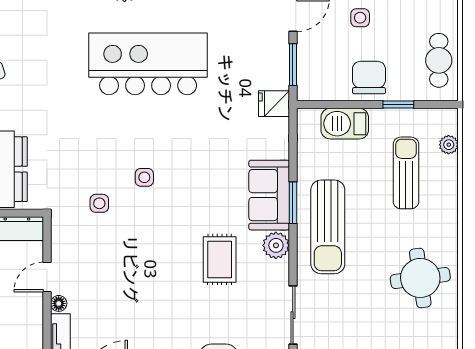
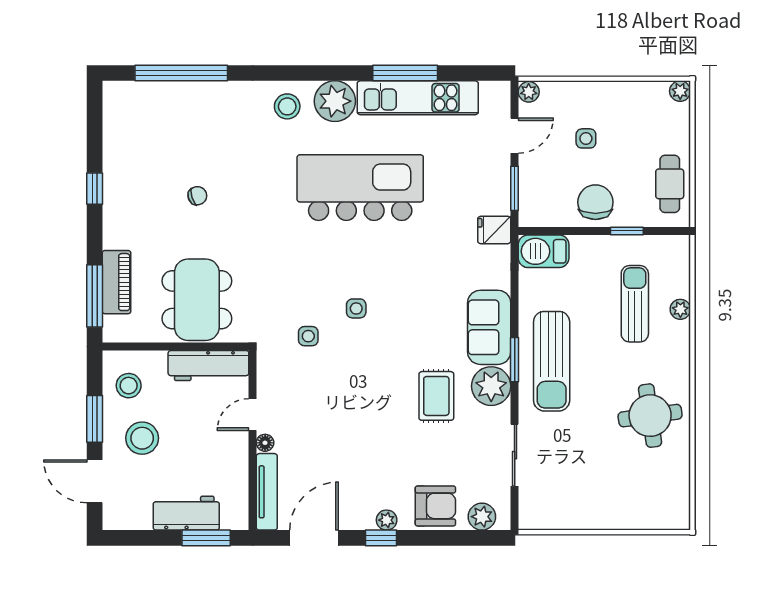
barbecue: (345, 124) -> (544, 251), moved
plant: (449, 145) -> (680, 309), moved
window: (293, 203) -> (515, 360), moved
plant: (276, 245) -> (491, 386), width x1.36, depth x1.36

